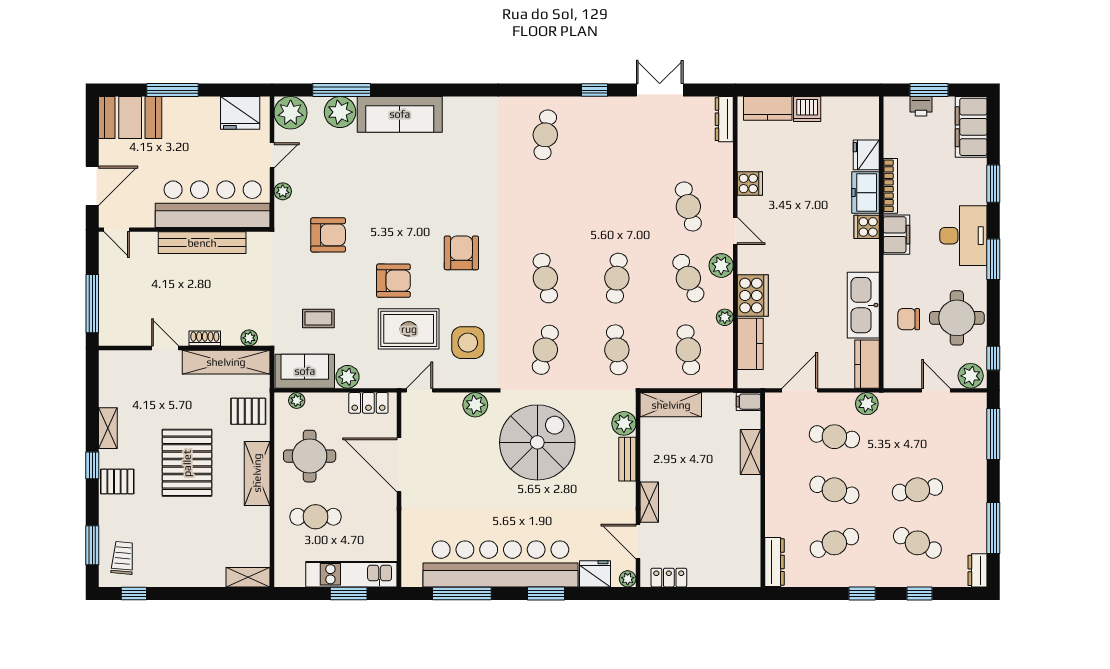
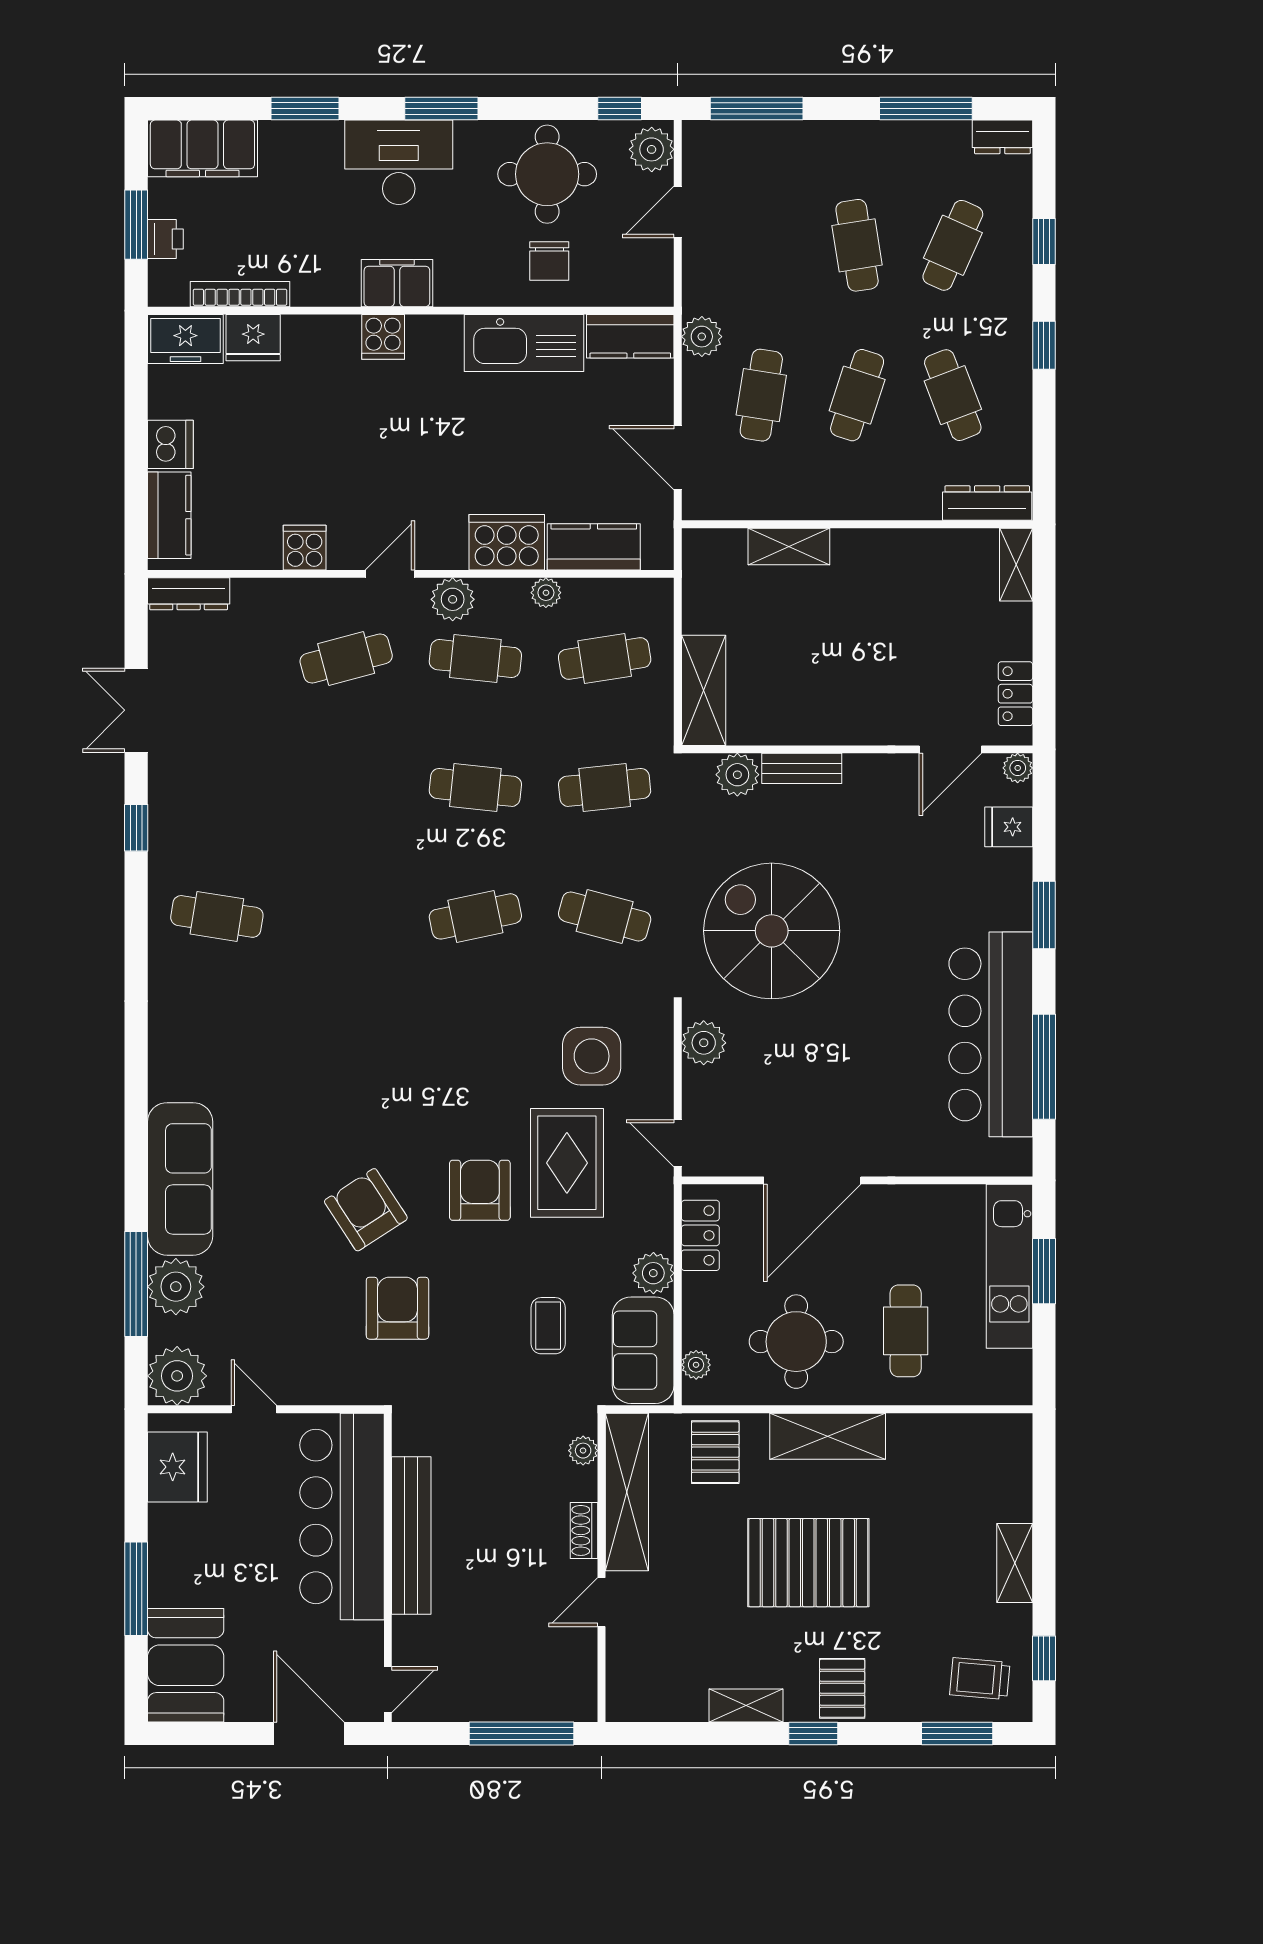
bookcase: (890, 186) -> (240, 294), moved
plant: (283, 191) -> (319, 1390), removed
freezer: (865, 193) -> (185, 339), moved
armchair: (461, 253) -> (366, 1210), moved, turned 57
cafe table: (688, 278) -> (475, 659), turned 30
filing cabinet: (748, 402) -> (698, 550), removed
shelving: (649, 502) -> (1016, 565), moved, turned 90
bar counter: (501, 564) -> (991, 1034), width x0.73
fridge: (595, 574) -> (1009, 827), width x0.72
shelving: (248, 577) -> (1015, 1563), moved

